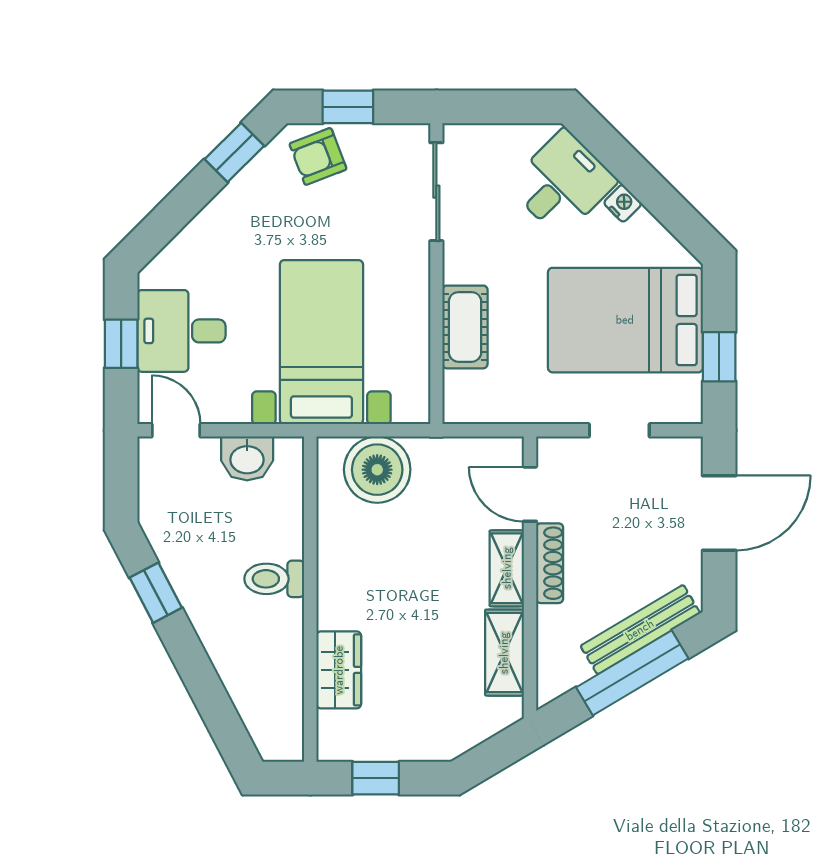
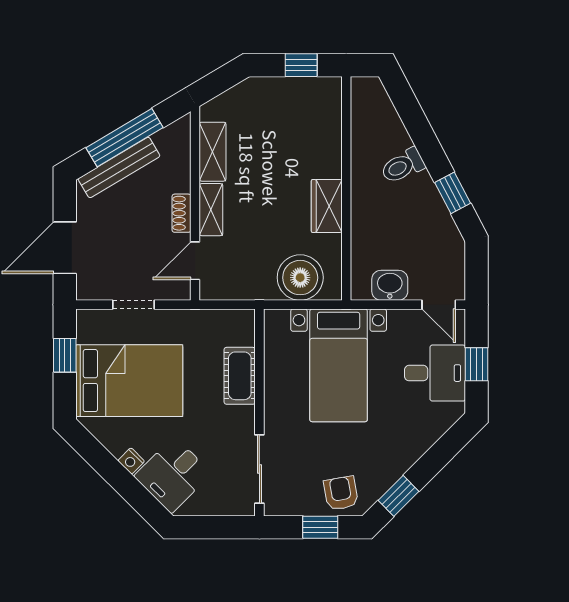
armchair: (318, 156) -> (341, 493), turned -79
door: (530, 494) -> (195, 261), swing flipped
shoe rack: (550, 563) -> (181, 213), width x0.70
toilet: (274, 579) -> (403, 166), moved, turned 152
wardrobe: (339, 670) -> (327, 206), moved

